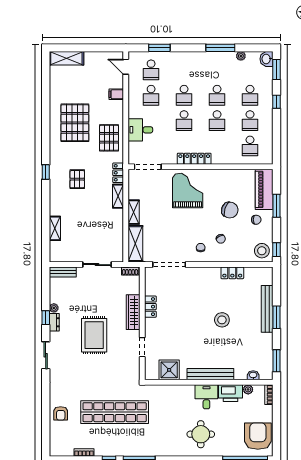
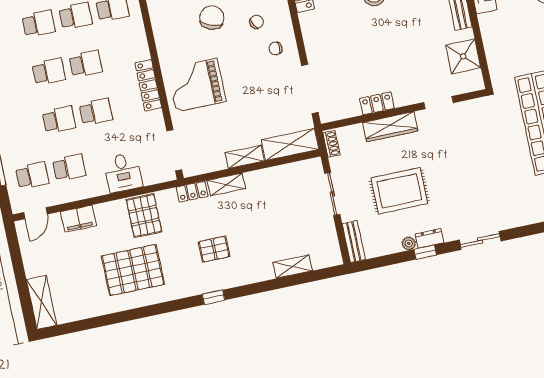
filing cabinet: (116, 94) -> (78, 219), width x2.00
pallet: (109, 138) -> (144, 216), turned 90
rug: (94, 335) -> (399, 191), moved

